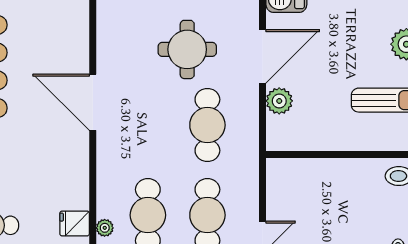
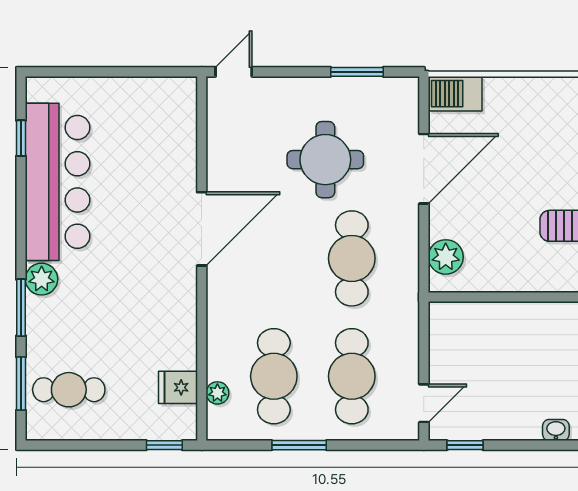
plant: (279, 101) -> (446, 257), moved
door: (93, 102) -> (202, 229), swing flipped

